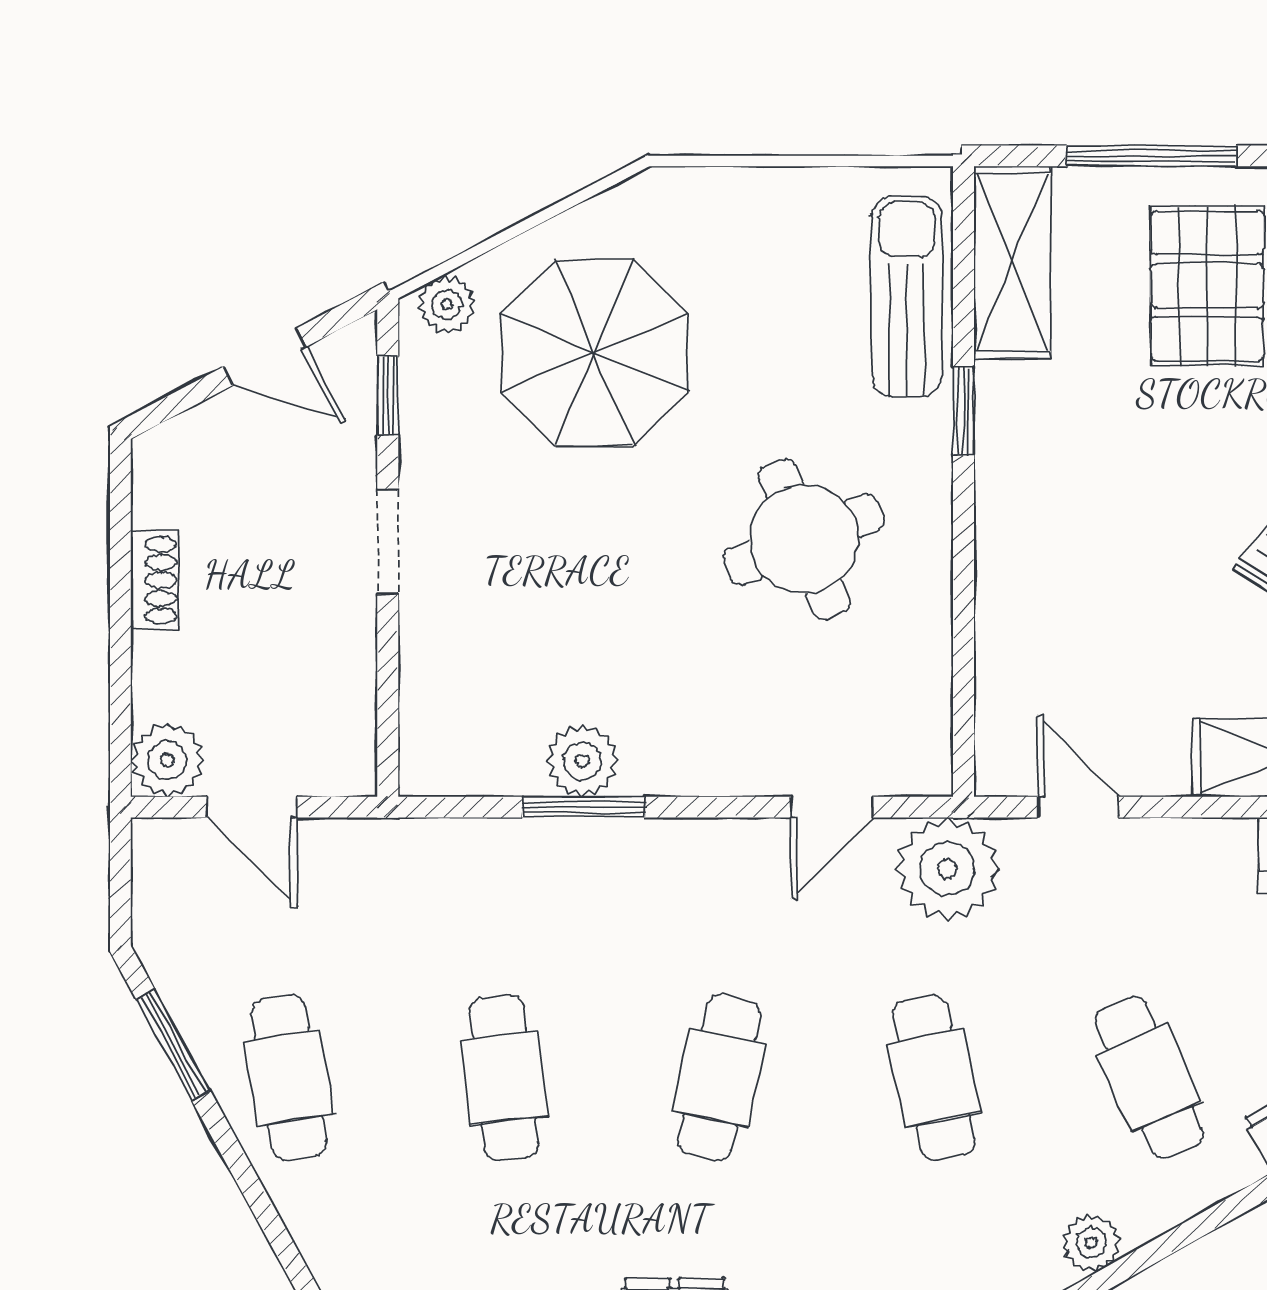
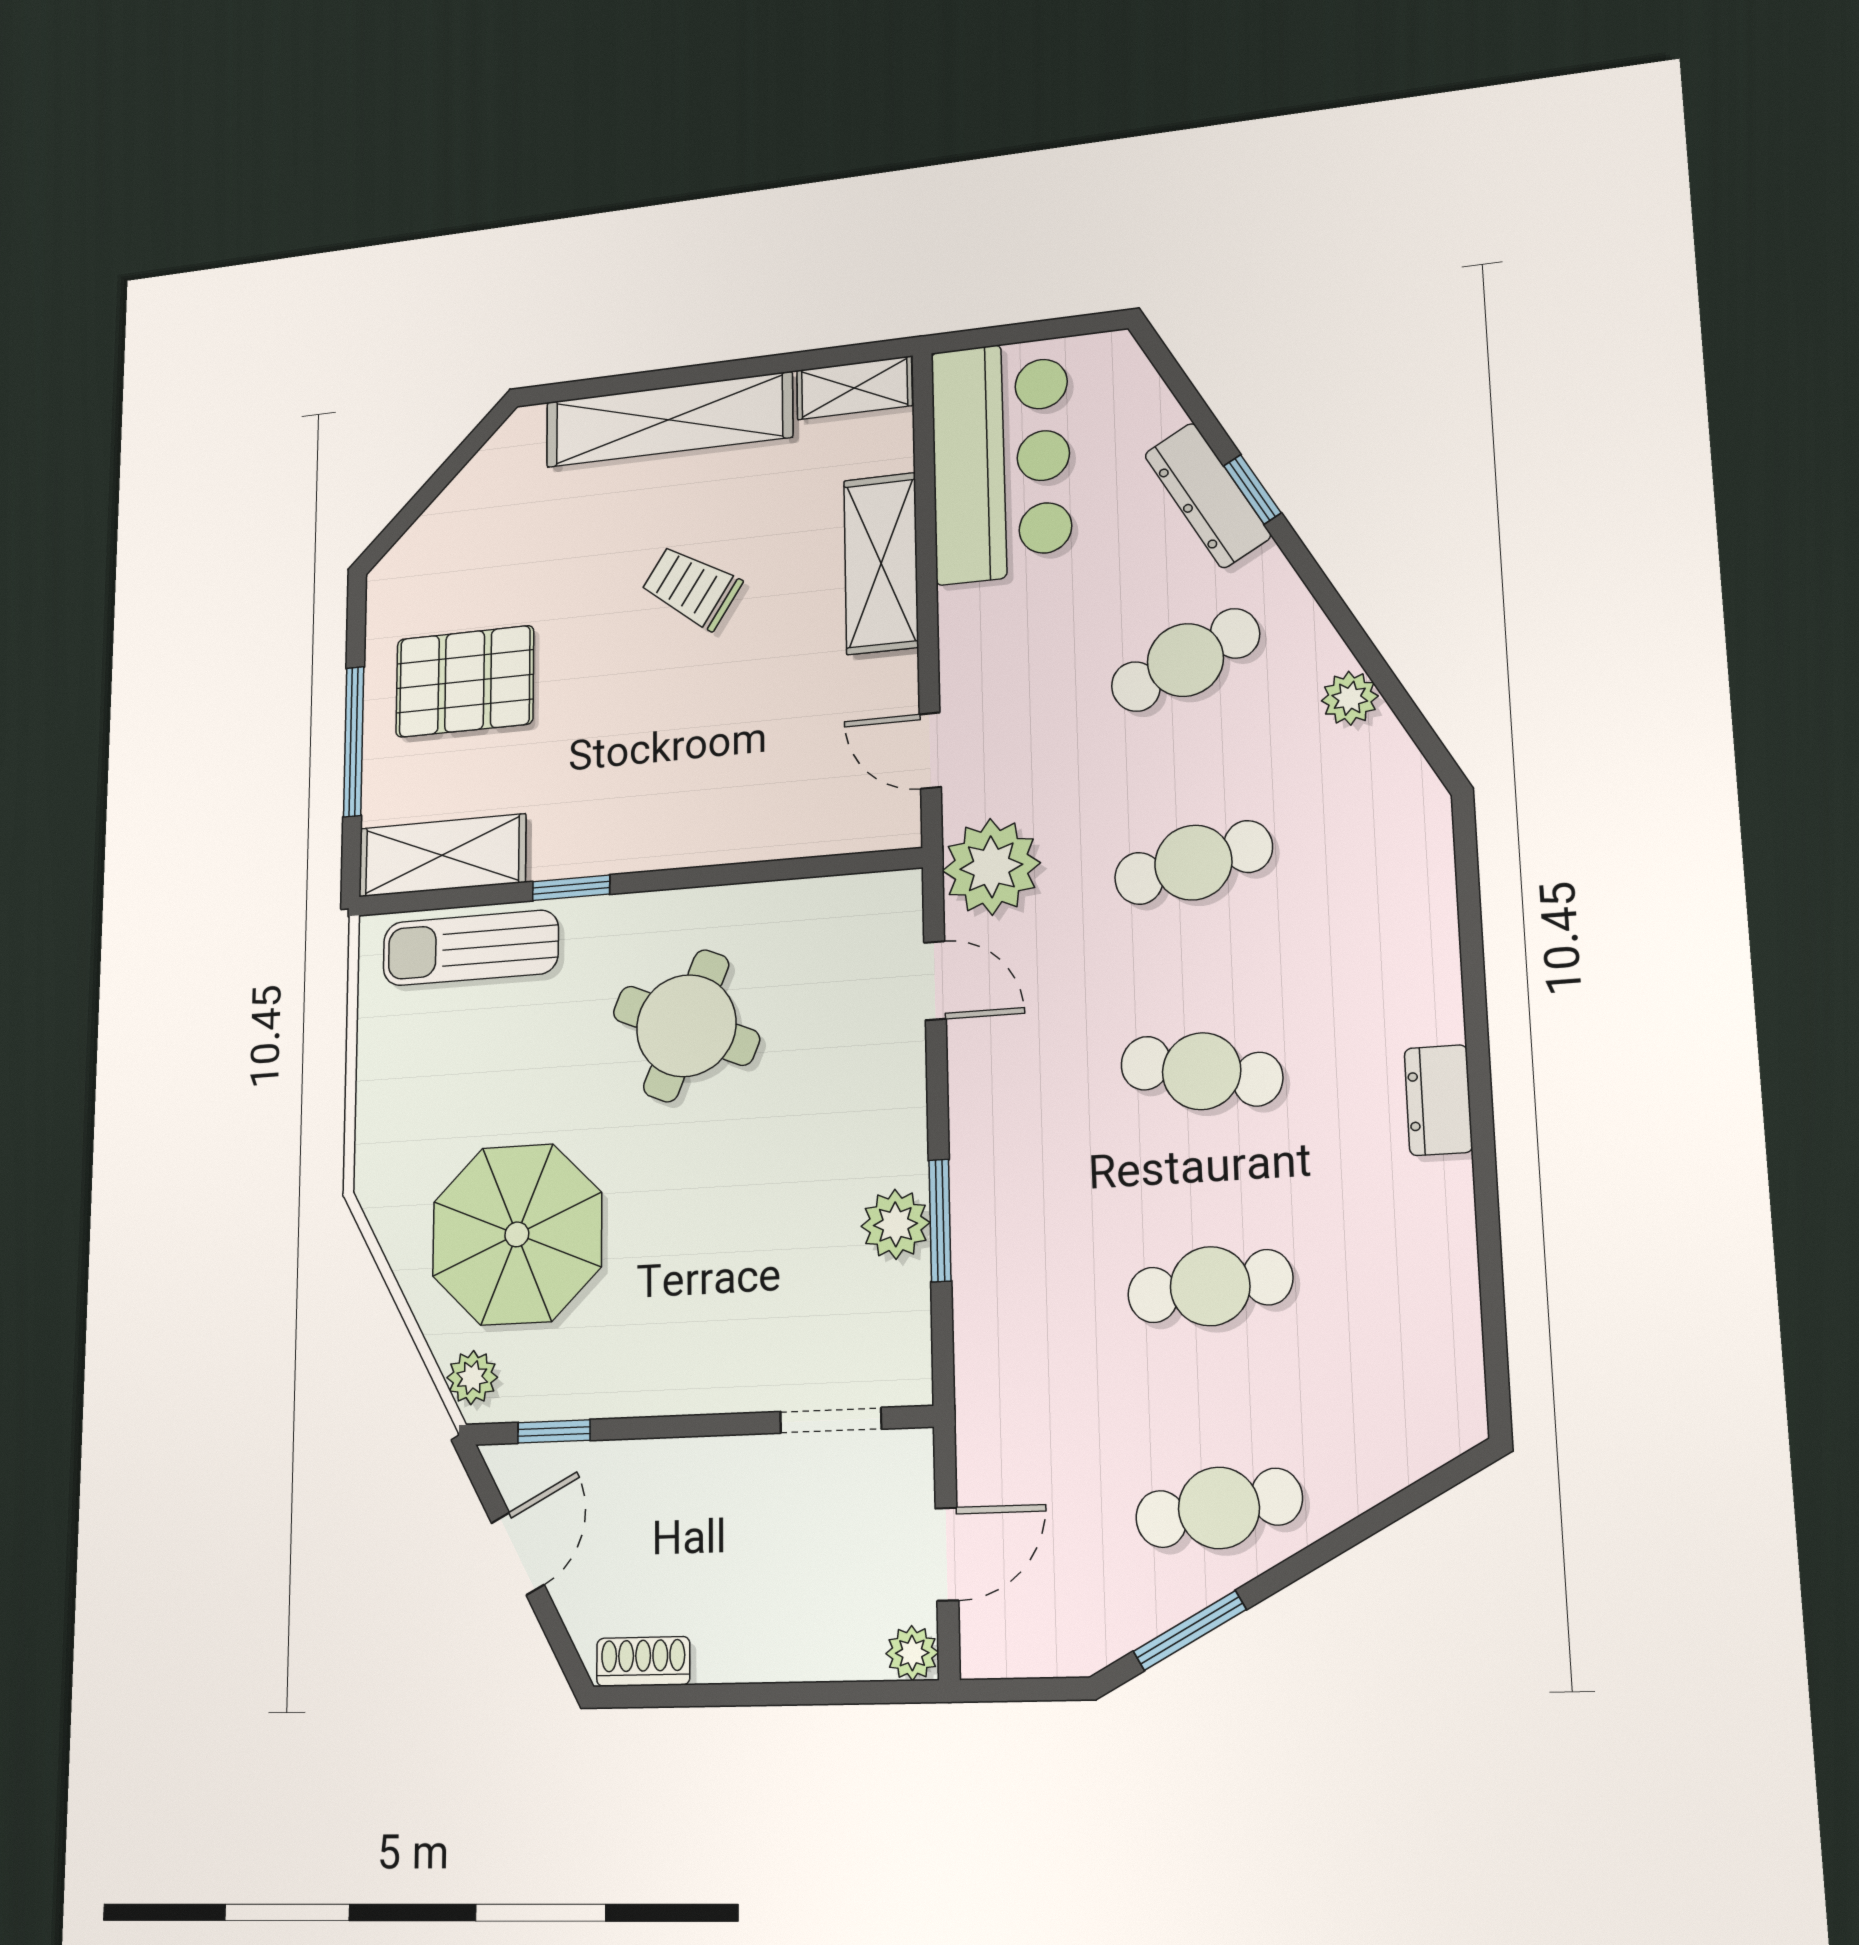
round table: (804, 539) -> (686, 1026), turned 45
doorway: (388, 542) -> (831, 1420), moved
shoe rack: (155, 580) -> (643, 1661), moved
plant: (168, 760) -> (912, 1653), width x0.73, depth x0.73
door: (1078, 807) -> (930, 751), hinge flipped

